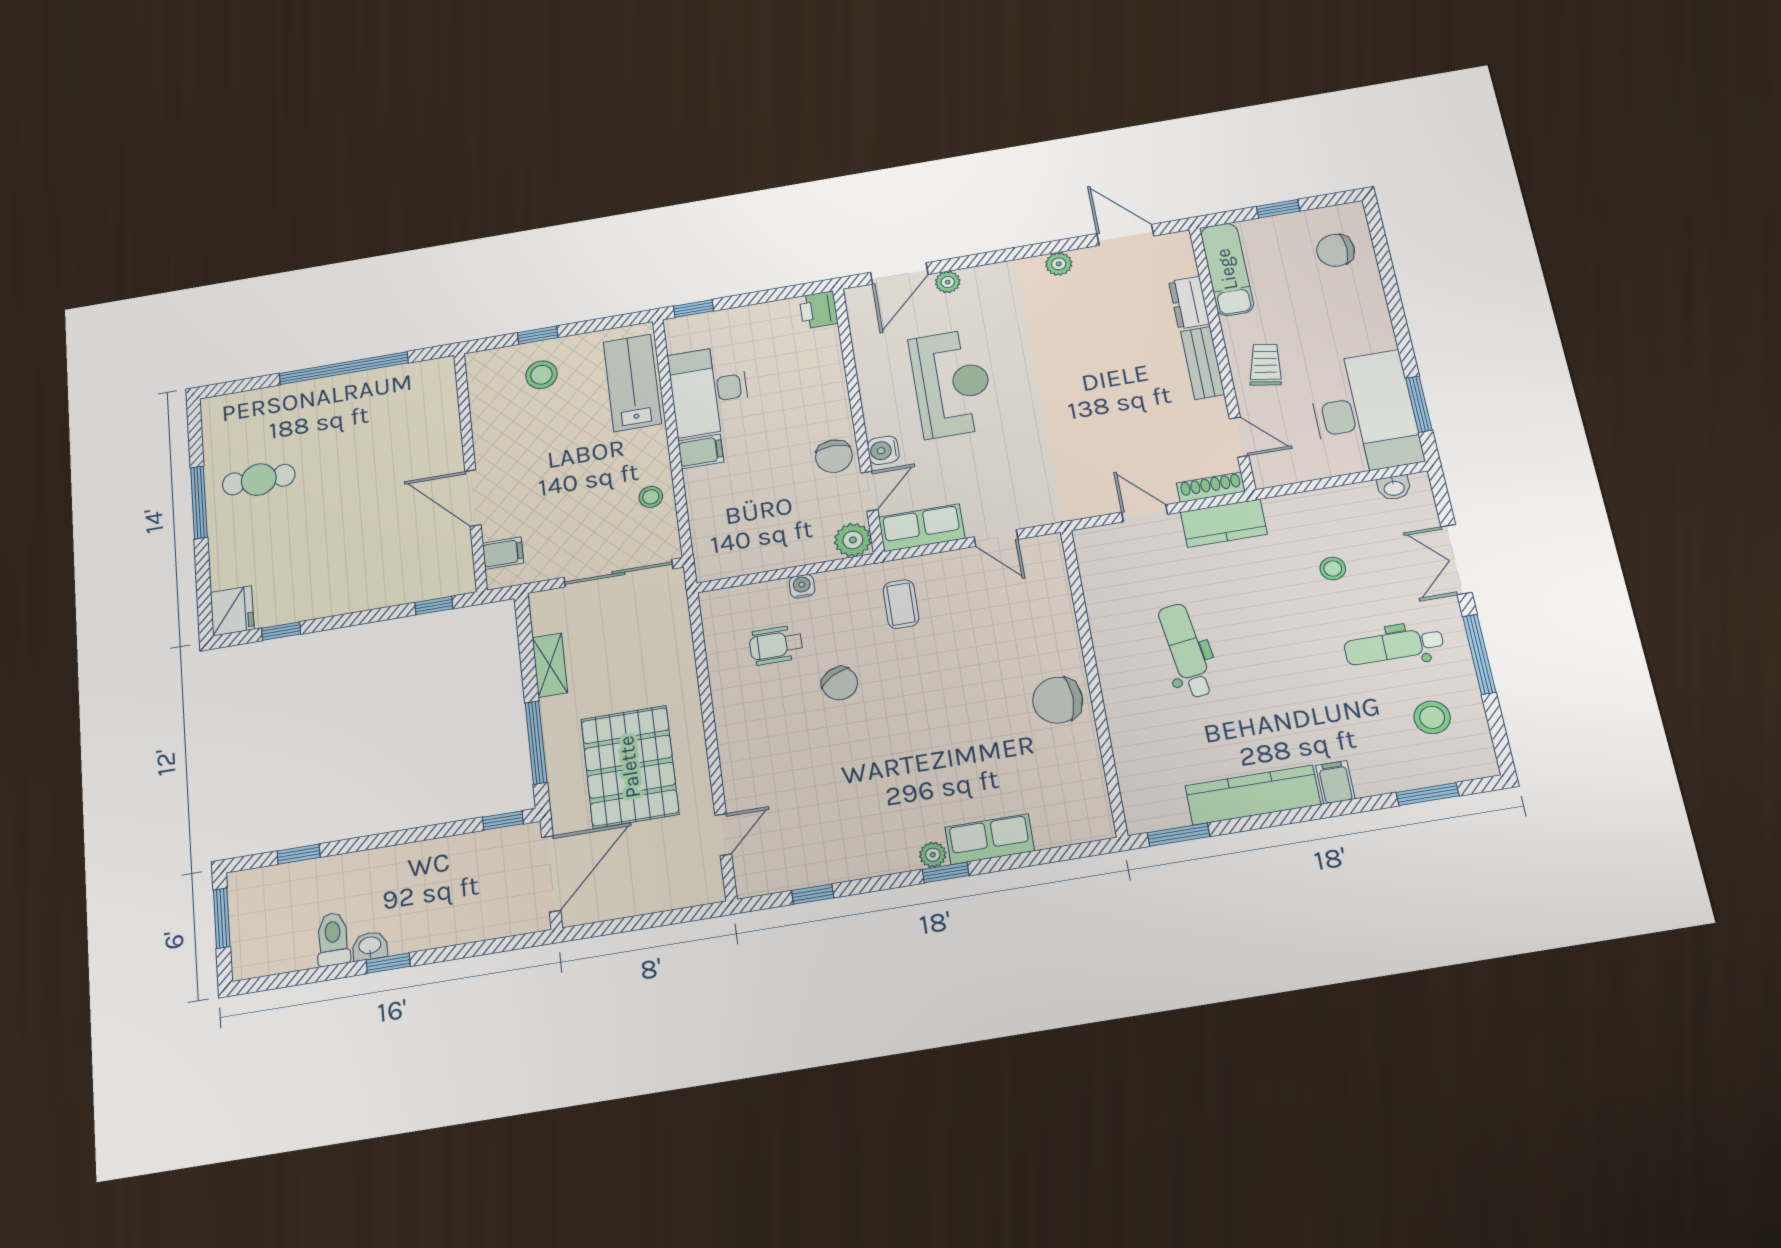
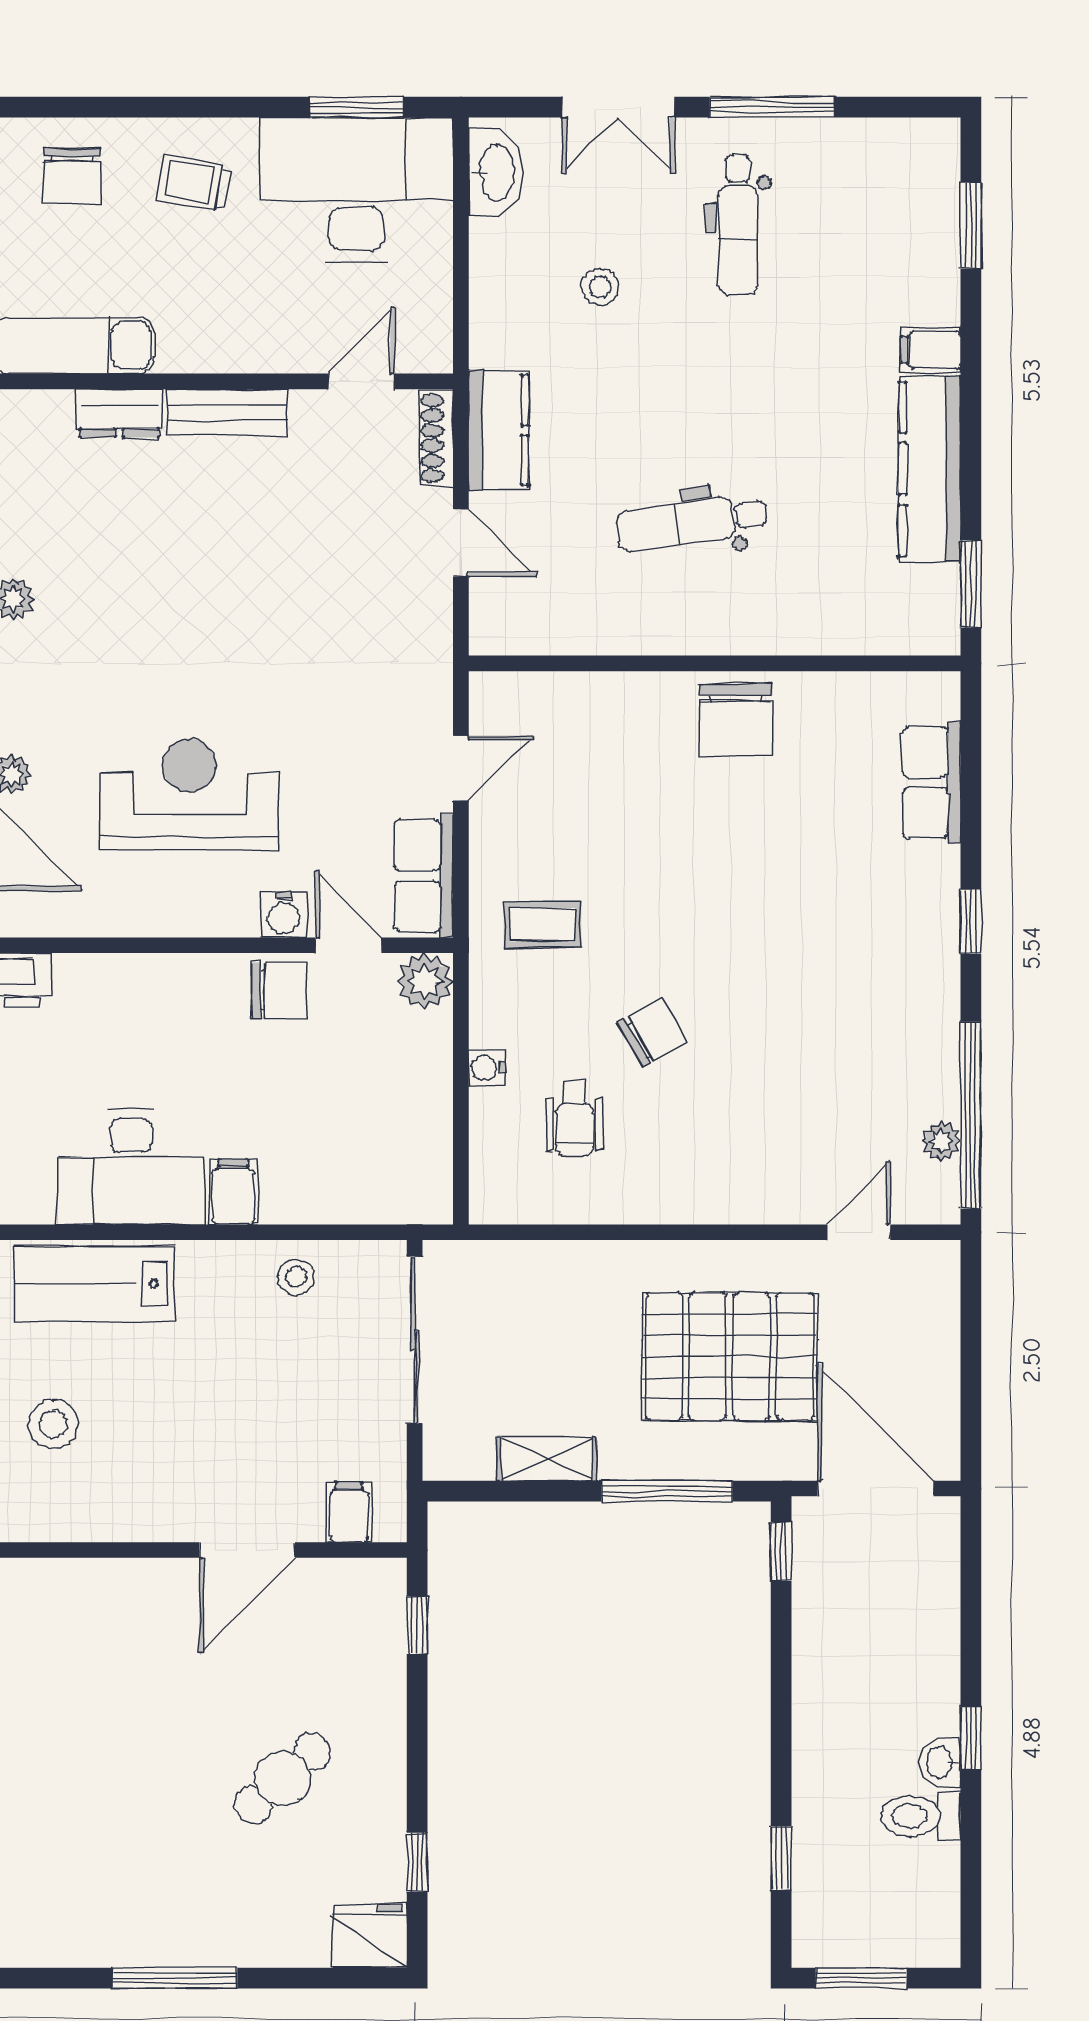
trolley: (1265, 365) -> (194, 183), moved
cafe table: (259, 480) -> (283, 1779), moved, turned 48
washbasin: (1394, 488) -> (495, 172), width x1.91, depth x1.45
door: (1145, 513) -> (461, 543), swing flipped
stool: (1432, 717) -> (857, 194), removed
door: (723, 835) -> (859, 1232), hinge flipped
row of seats: (990, 839) -> (932, 782), moved
plant: (933, 855) -> (941, 1141), moved
window: (813, 894) -> (971, 1115), width x3.17

